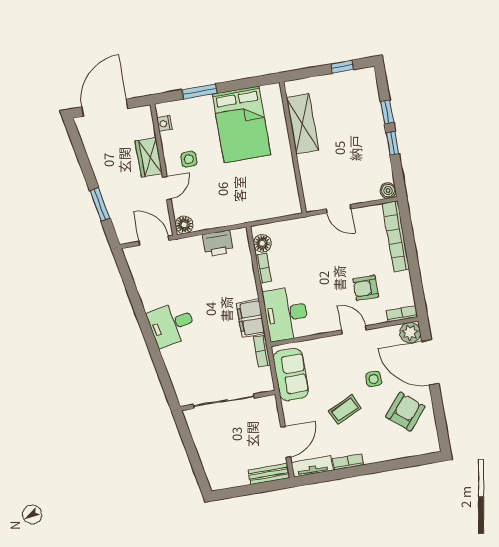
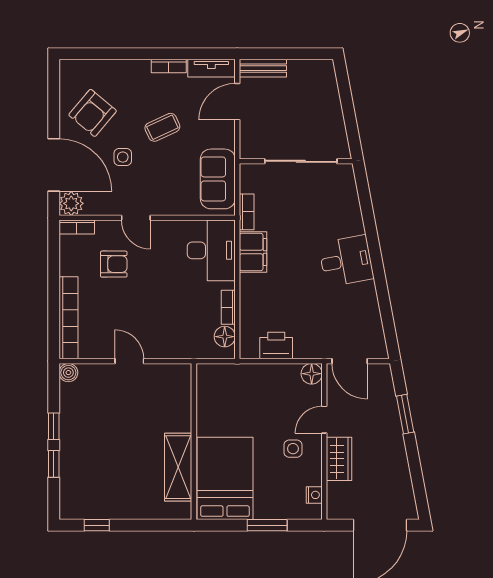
shelving: (302, 124) -> (178, 467), moved
wall: (293, 147) -> (194, 442), moved

